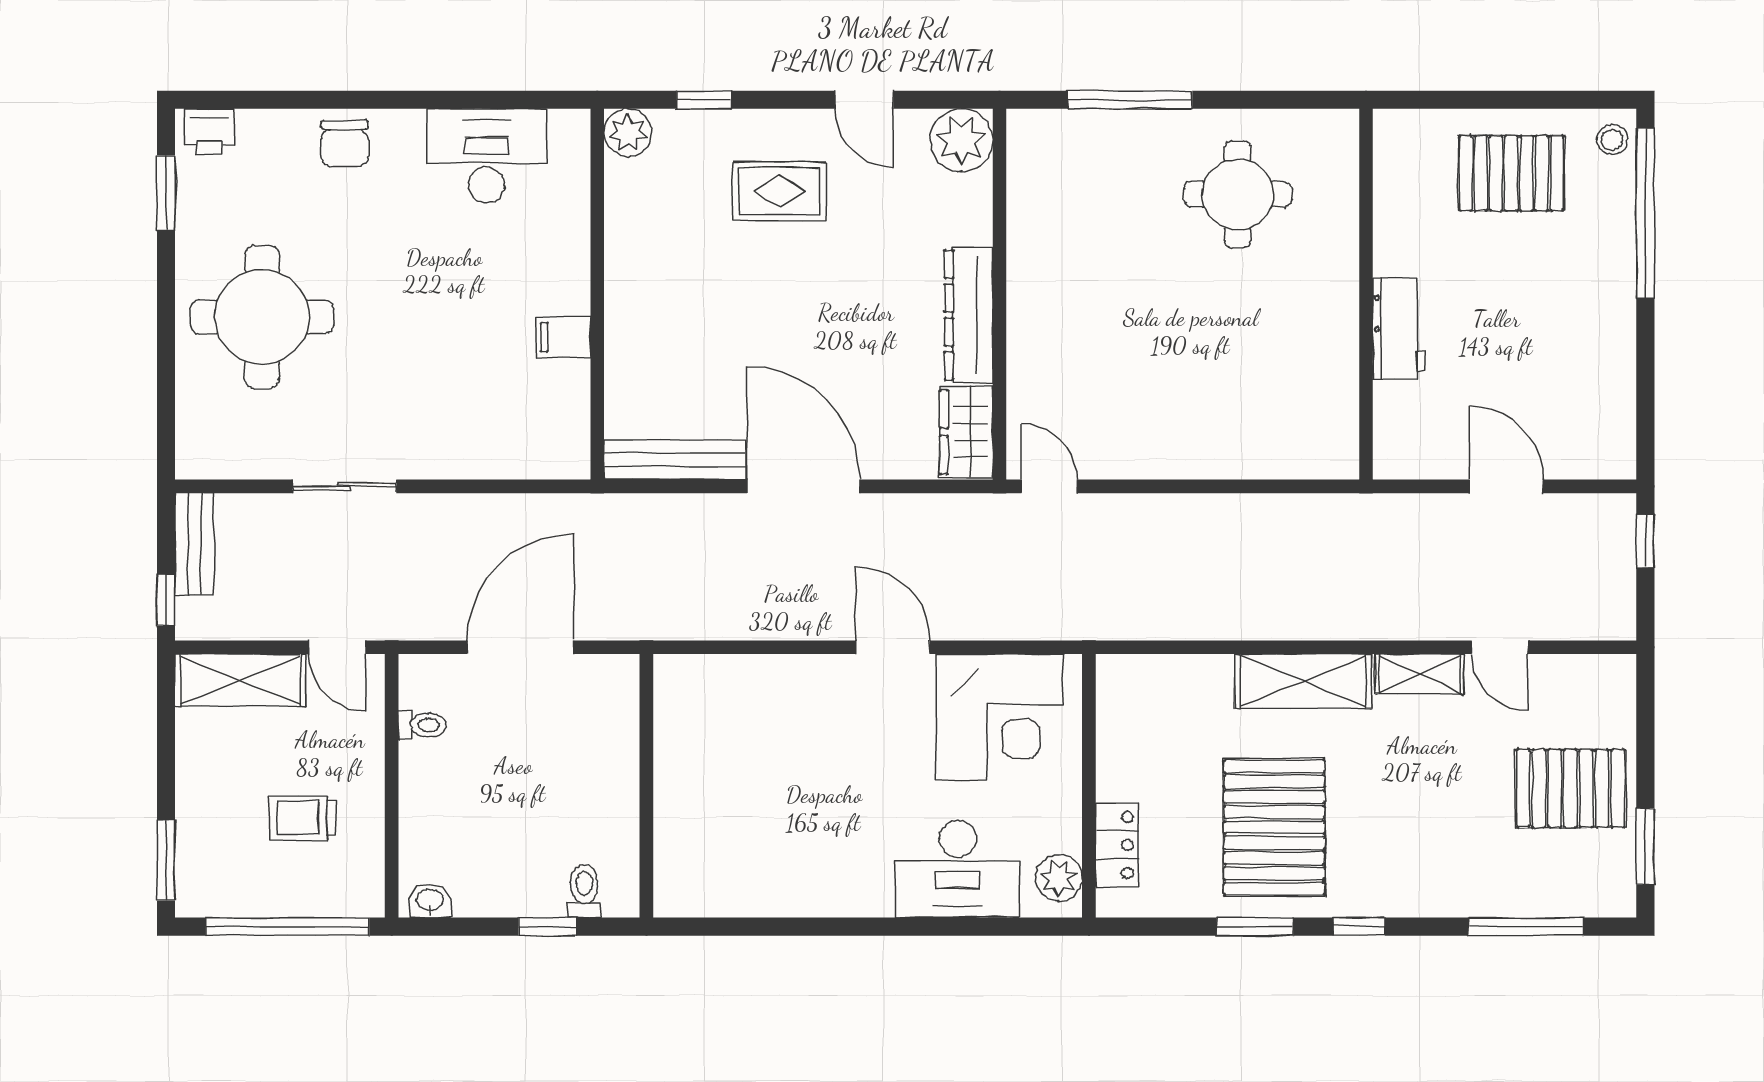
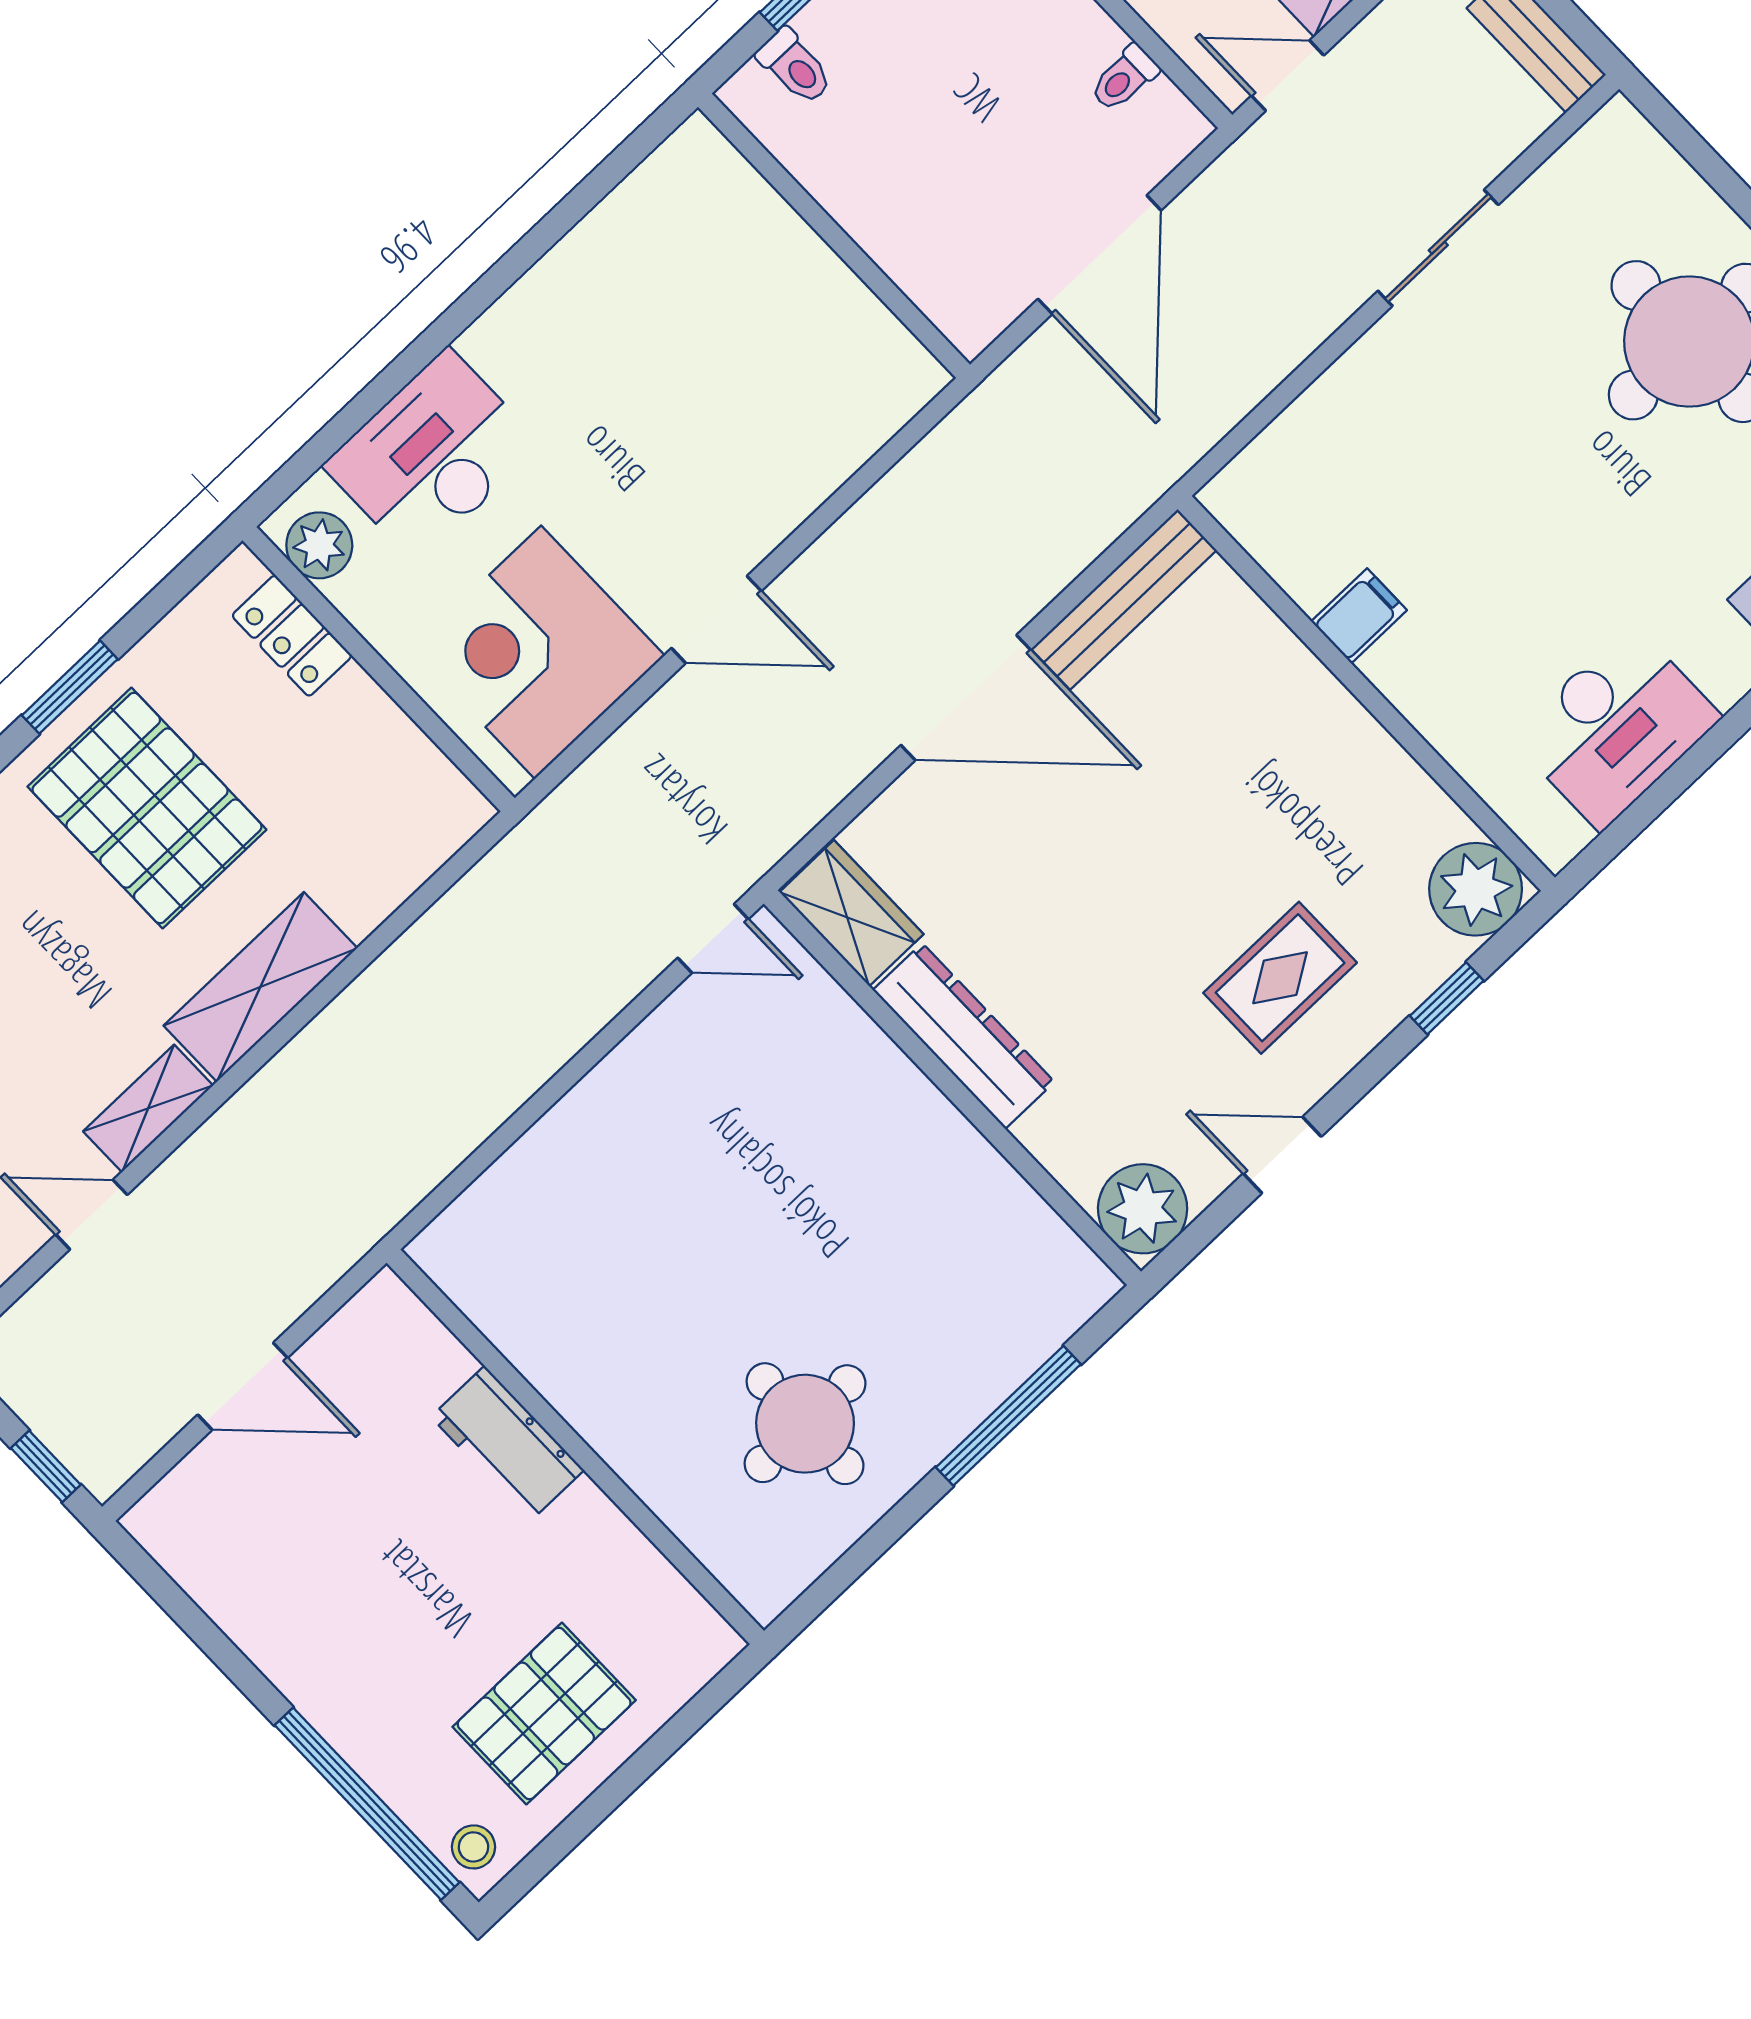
plant: (628, 133) -> (1476, 889), width x1.36, depth x1.36

